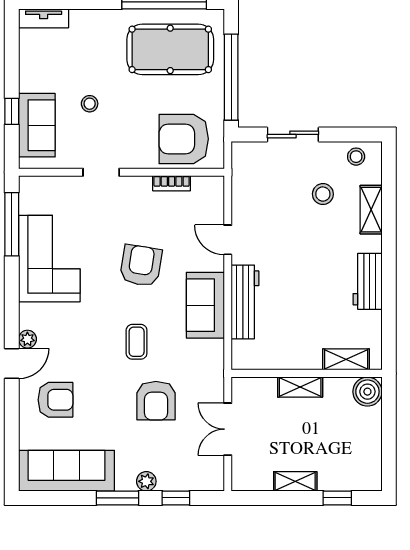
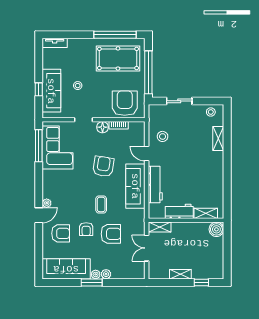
sofa: (37, 125) -> (51, 91), width x1.36
armchair: (184, 139) -> (125, 103), turned 90
floor lamp: (139, 187) -> (103, 127), added
stool: (323, 194) -> (163, 136), moved
corner sofa: (49, 259) -> (58, 147), moved
workbench: (368, 281) -> (179, 211), moved, turned 90
sofa: (205, 305) -> (135, 186), width x1.36
shelving: (300, 387) -> (160, 227), moved
armchair: (107, 391) -> (86, 229), added
armchair: (156, 401) -> (111, 234), turned -90
plant: (125, 482) -> (96, 274), added
window: (176, 498) -> (121, 282), removed

